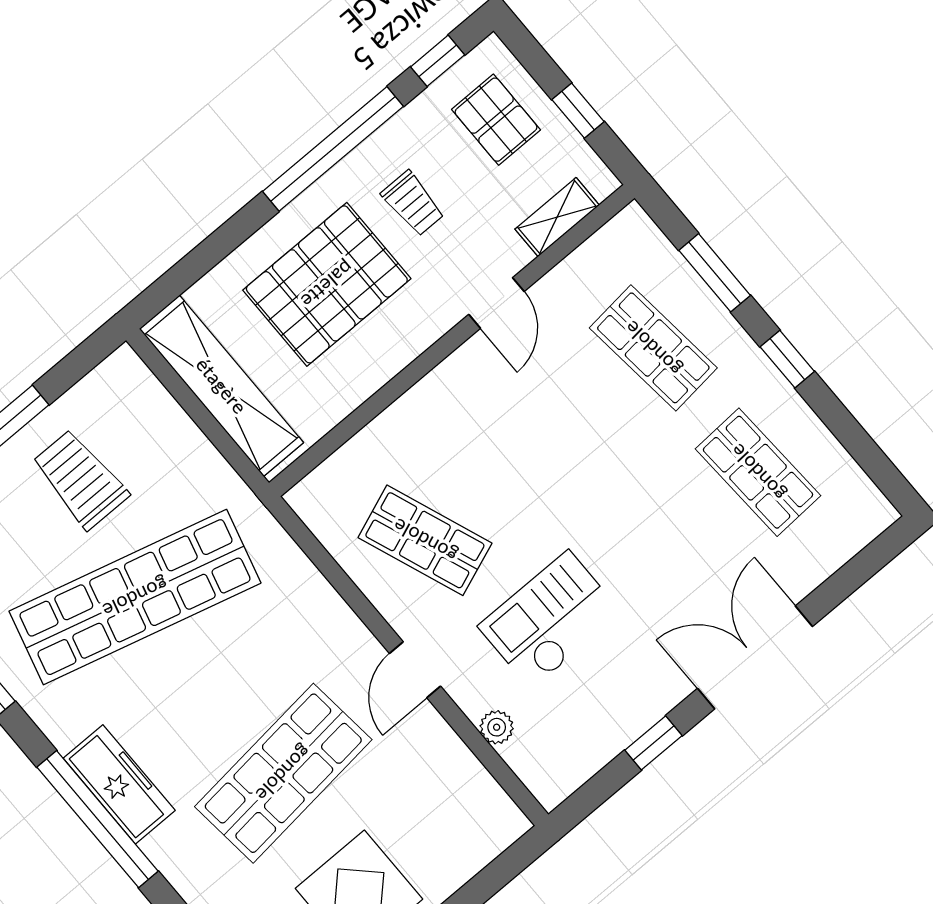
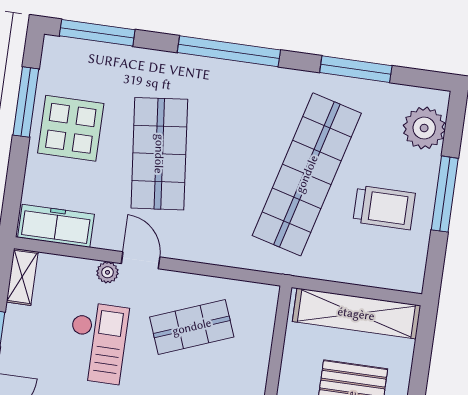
plant: (497, 727) -> (107, 272), moved
shelving: (568, 773) -> (22, 277), added
freezer: (119, 784) -> (56, 226), moved, turned 180

